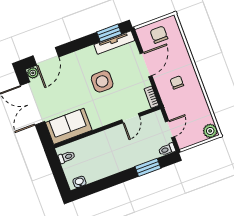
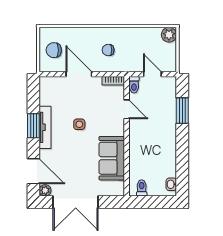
window: (109, 33) -> (33, 126), moved
tv unit: (114, 43) -> (45, 127), moved
side table: (102, 81) -> (79, 124), width x0.54, depth x0.54
sofa: (69, 126) -> (112, 158), moved
toilet: (167, 149) -> (134, 85), moved

